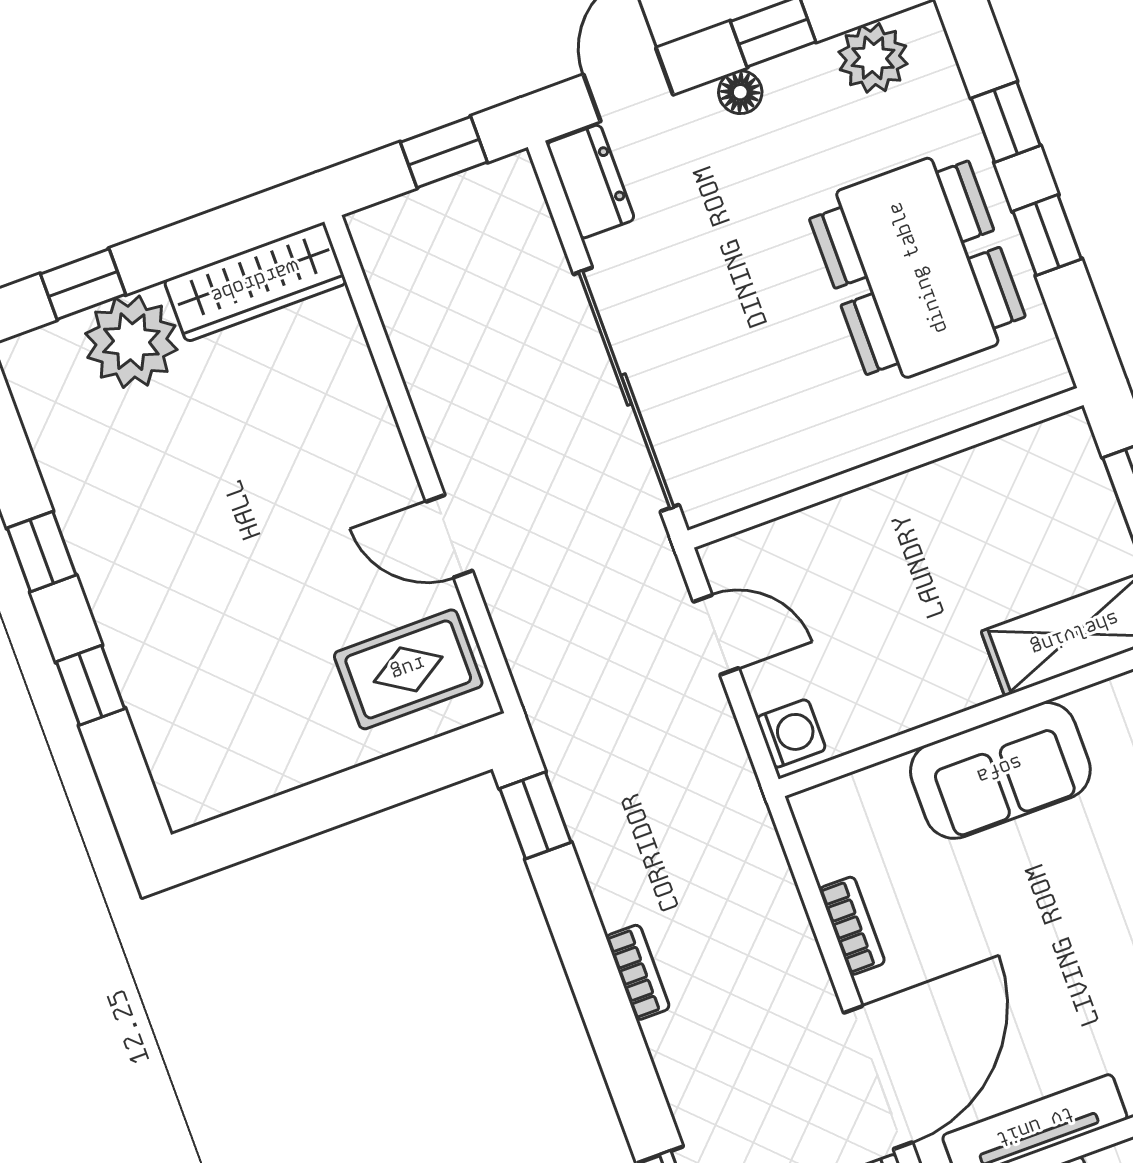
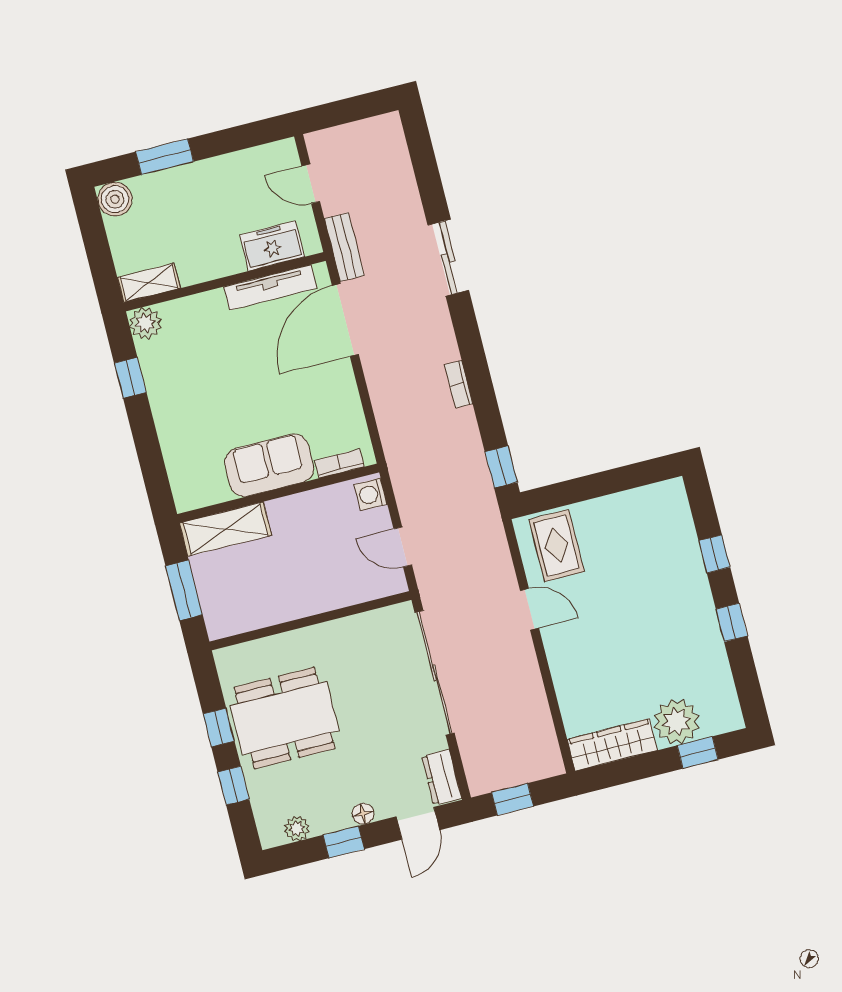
plant: (873, 58) -> (297, 829), width x0.73, depth x0.73
dining table: (917, 268) -> (285, 718), turned 90
rug: (408, 669) -> (557, 546), turned 90
bookcase: (852, 926) -> (339, 464), moved, turned 90

